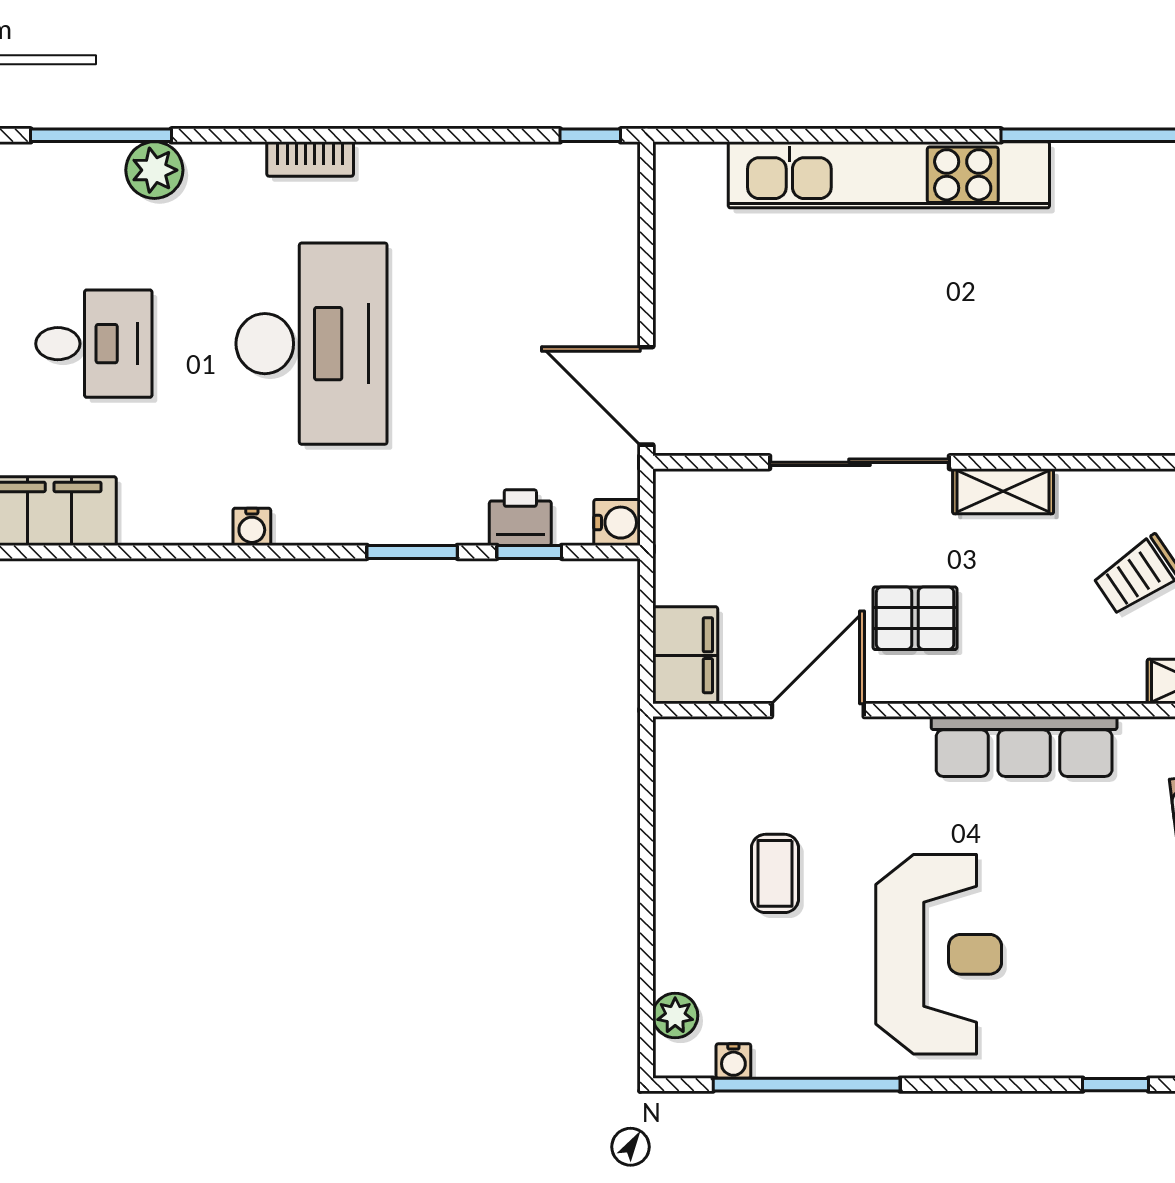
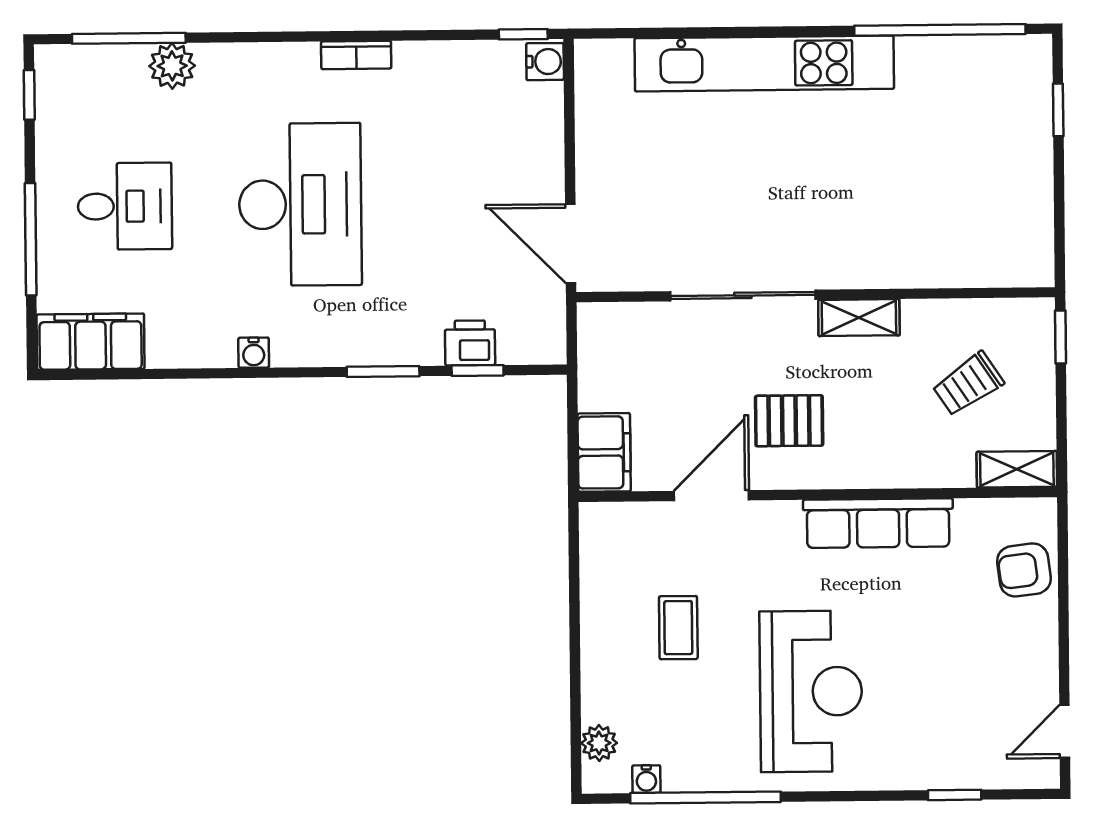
bookcase: (310, 159) -> (356, 55), moved
water cooler: (617, 523) -> (545, 62), moved

